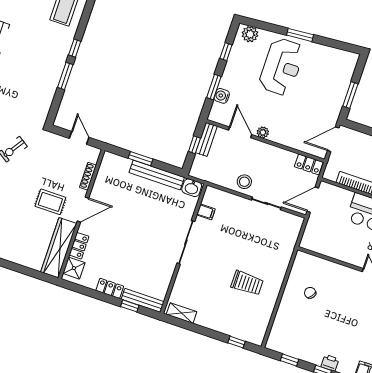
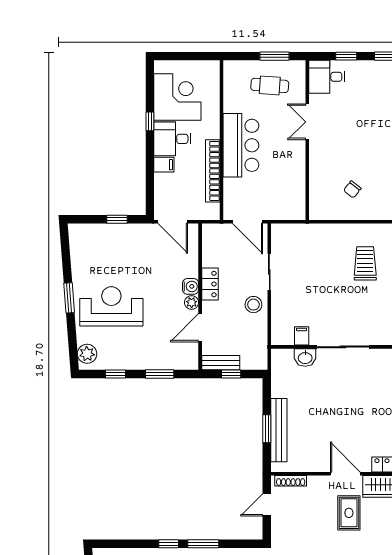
window: (350, 95) -> (117, 219), width x0.67
water cooler: (222, 96) -> (191, 286), moved, turned -90
locker: (309, 164) -> (210, 284), moved
bench: (157, 175) -> (279, 430), moved
shoe rack: (88, 176) -> (291, 481), moved
washbasin: (192, 188) -> (305, 358), moved, turned 90

